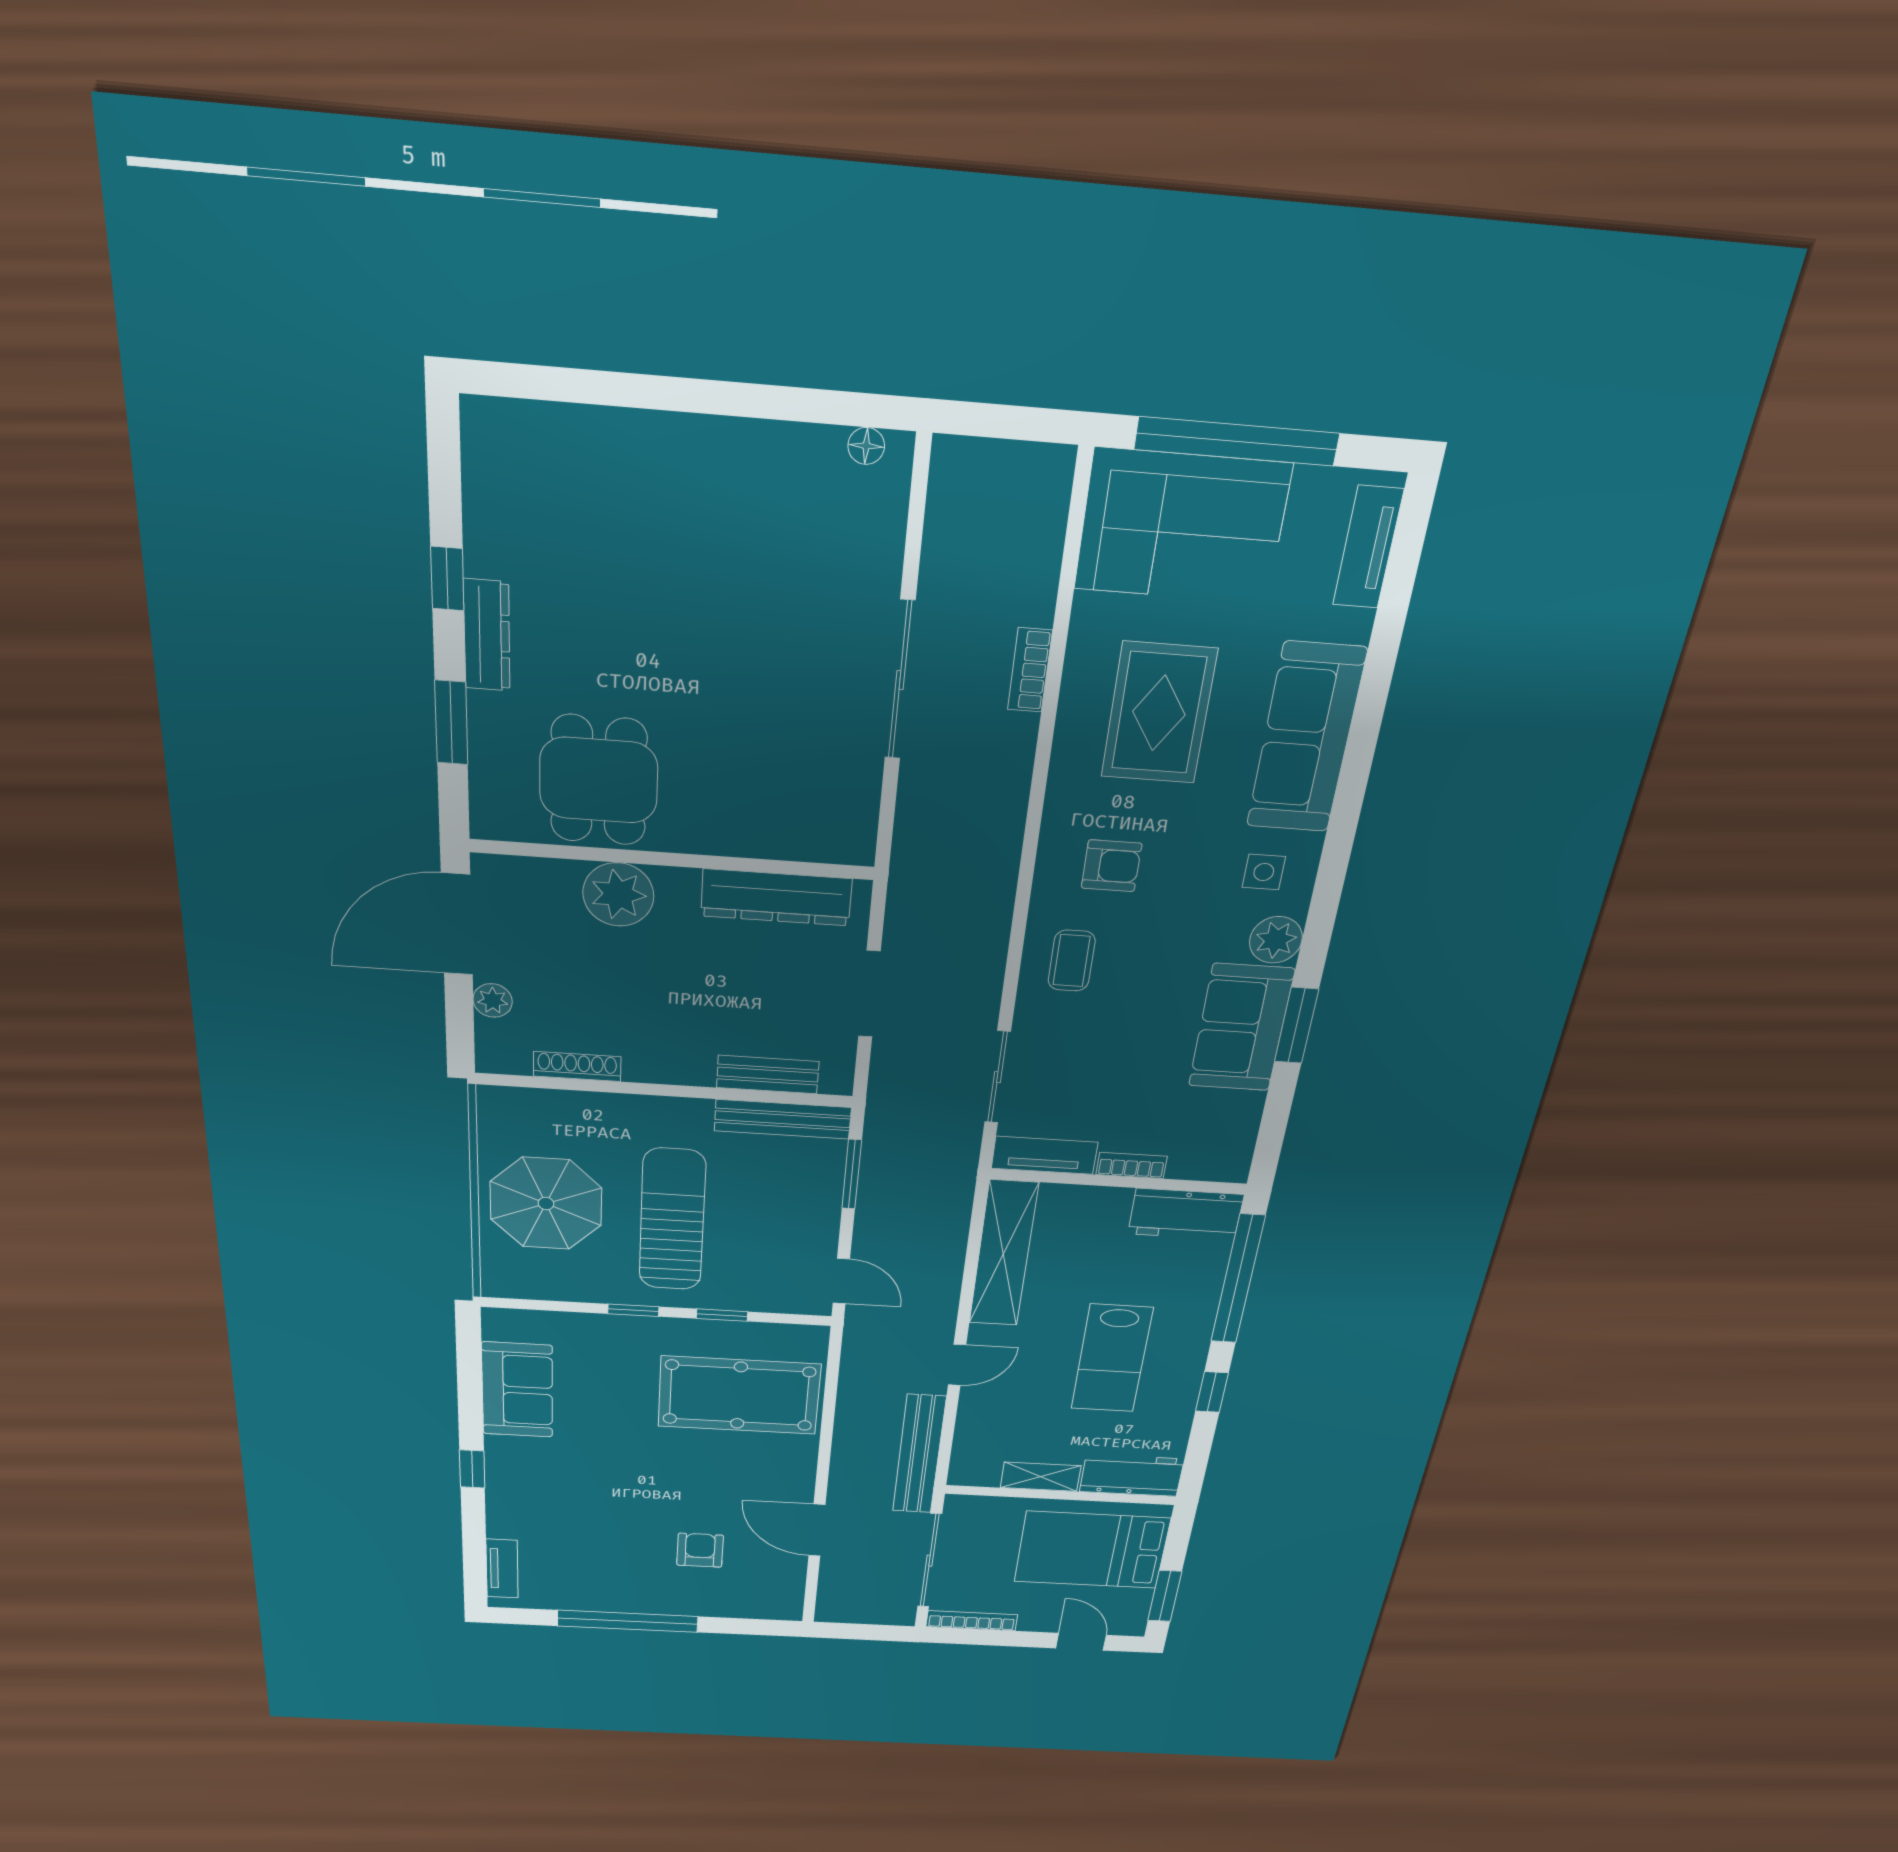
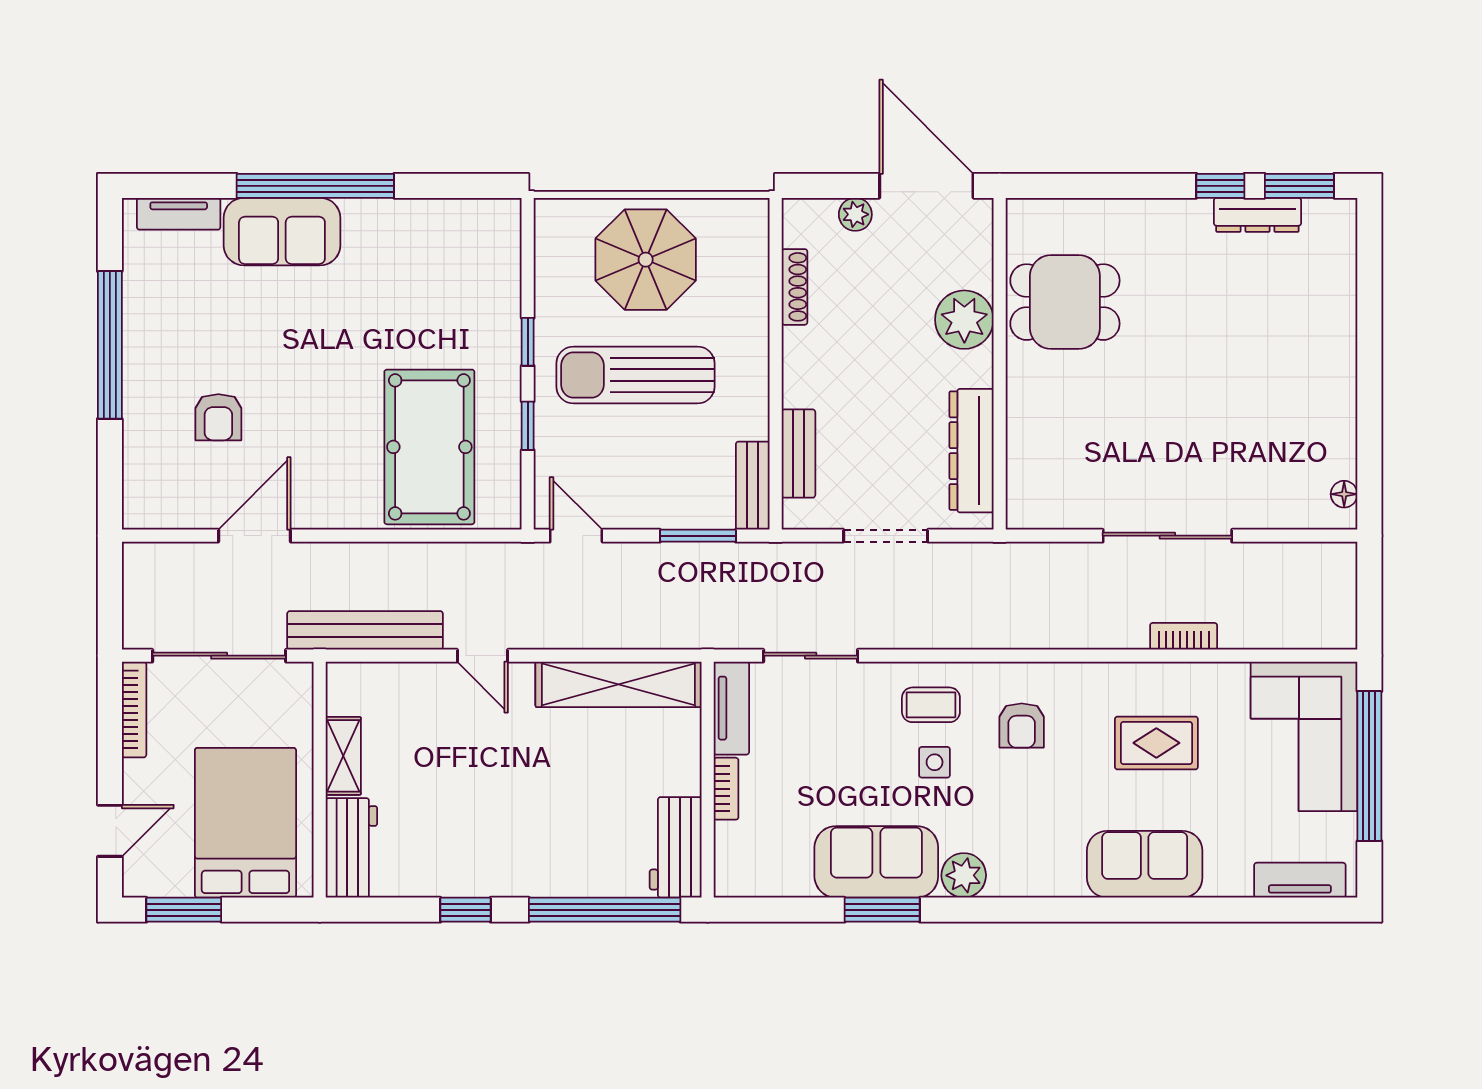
dresser: (487, 635) -> (1257, 215), moved
rug: (1159, 713) -> (1156, 743), width x0.73, depth x0.70
window: (451, 723) -> (1299, 186), moved
sofa: (1306, 738) -> (1145, 864), width x0.73
side table: (1264, 872) -> (935, 762), moved
bench: (783, 1119) -> (753, 486), width x0.73
sun lounger: (672, 1220) -> (635, 375), turned 180
door: (841, 1281) -> (576, 536), swing flipped
lab bench: (1112, 1358) -> (501, 805), removed
sofa: (517, 1390) -> (282, 232), moved
window: (472, 1469) -> (315, 186), width x3.17
armchair: (700, 1550) -> (218, 417), turned 90

